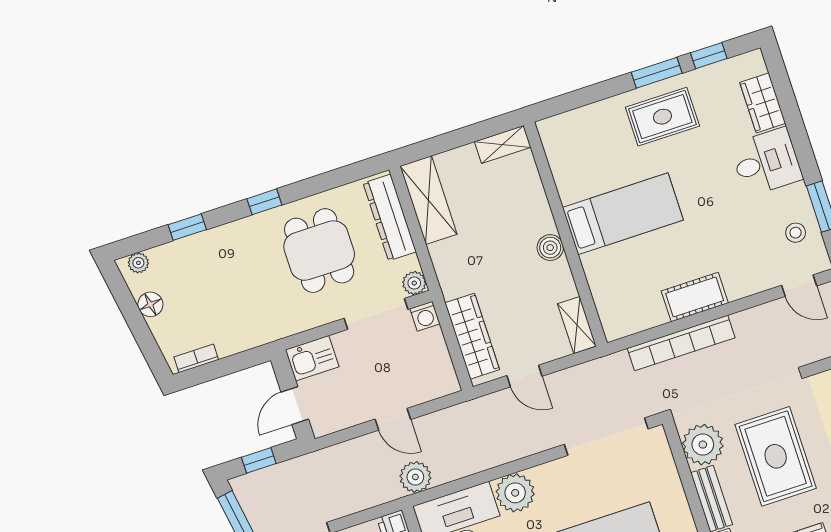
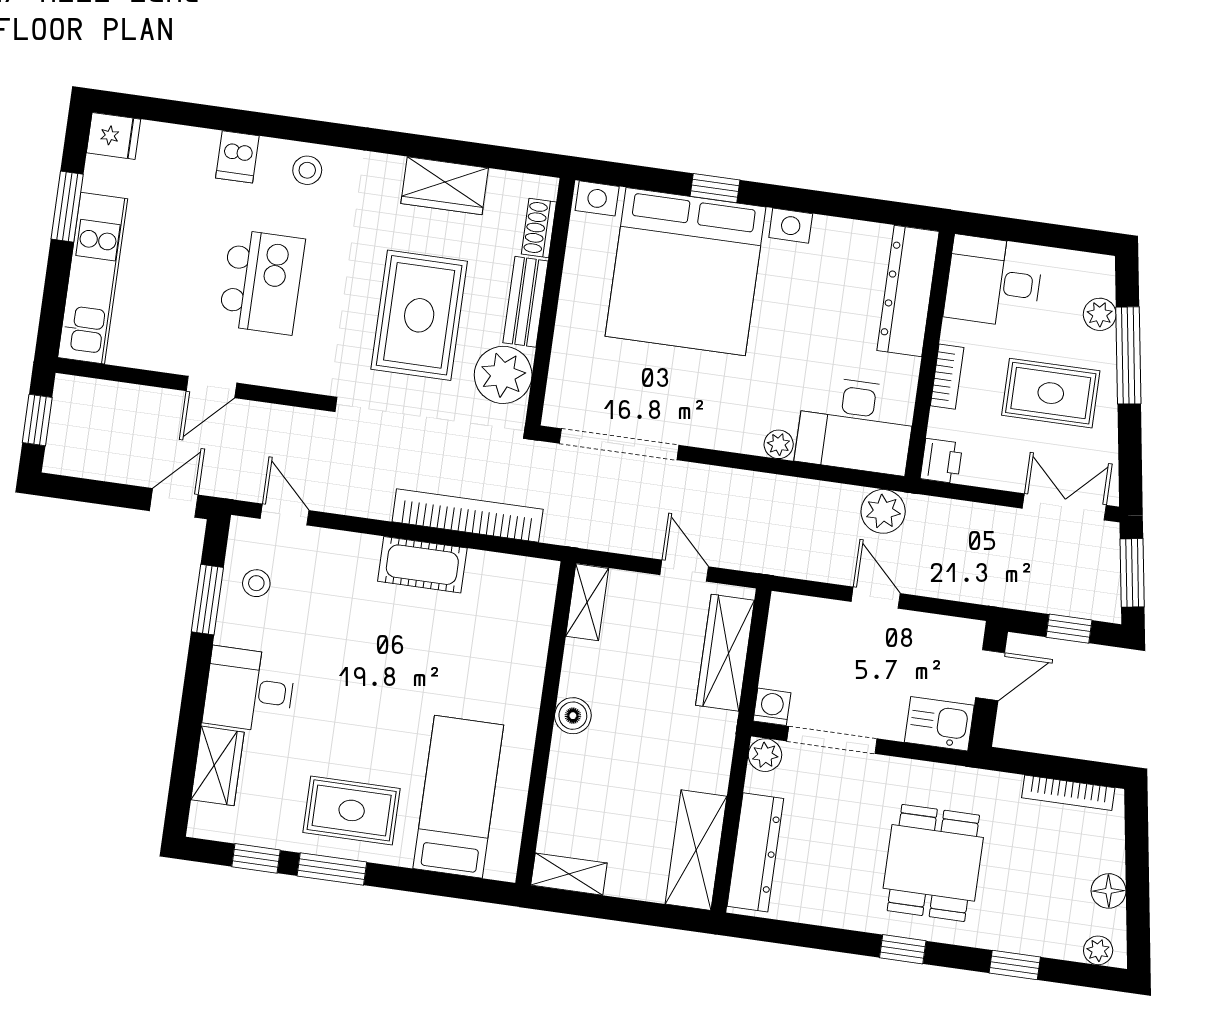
bed: (623, 214) -> (458, 797), moved, turned 90
dining table: (319, 251) -> (933, 863), moved
bookcase: (196, 358) -> (1068, 793), width x1.56
plant: (515, 493) -> (779, 444), width x0.53, depth x0.53

